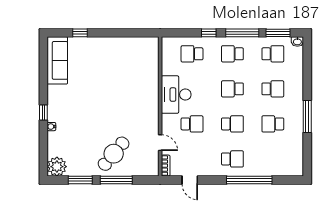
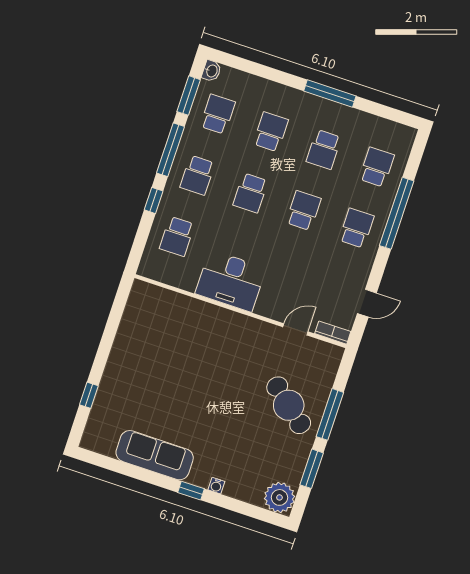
sofa: (57, 60) -> (155, 455), moved
school desk: (192, 124) -> (377, 167), moved

